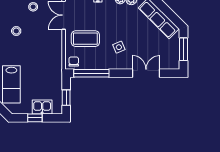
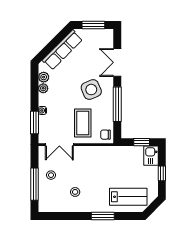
side table: (119, 47) -> (91, 90), width x1.87, depth x1.87
window: (91, 73) -> (117, 104), moved
kitchen sink: (42, 107) -> (151, 156), moved

